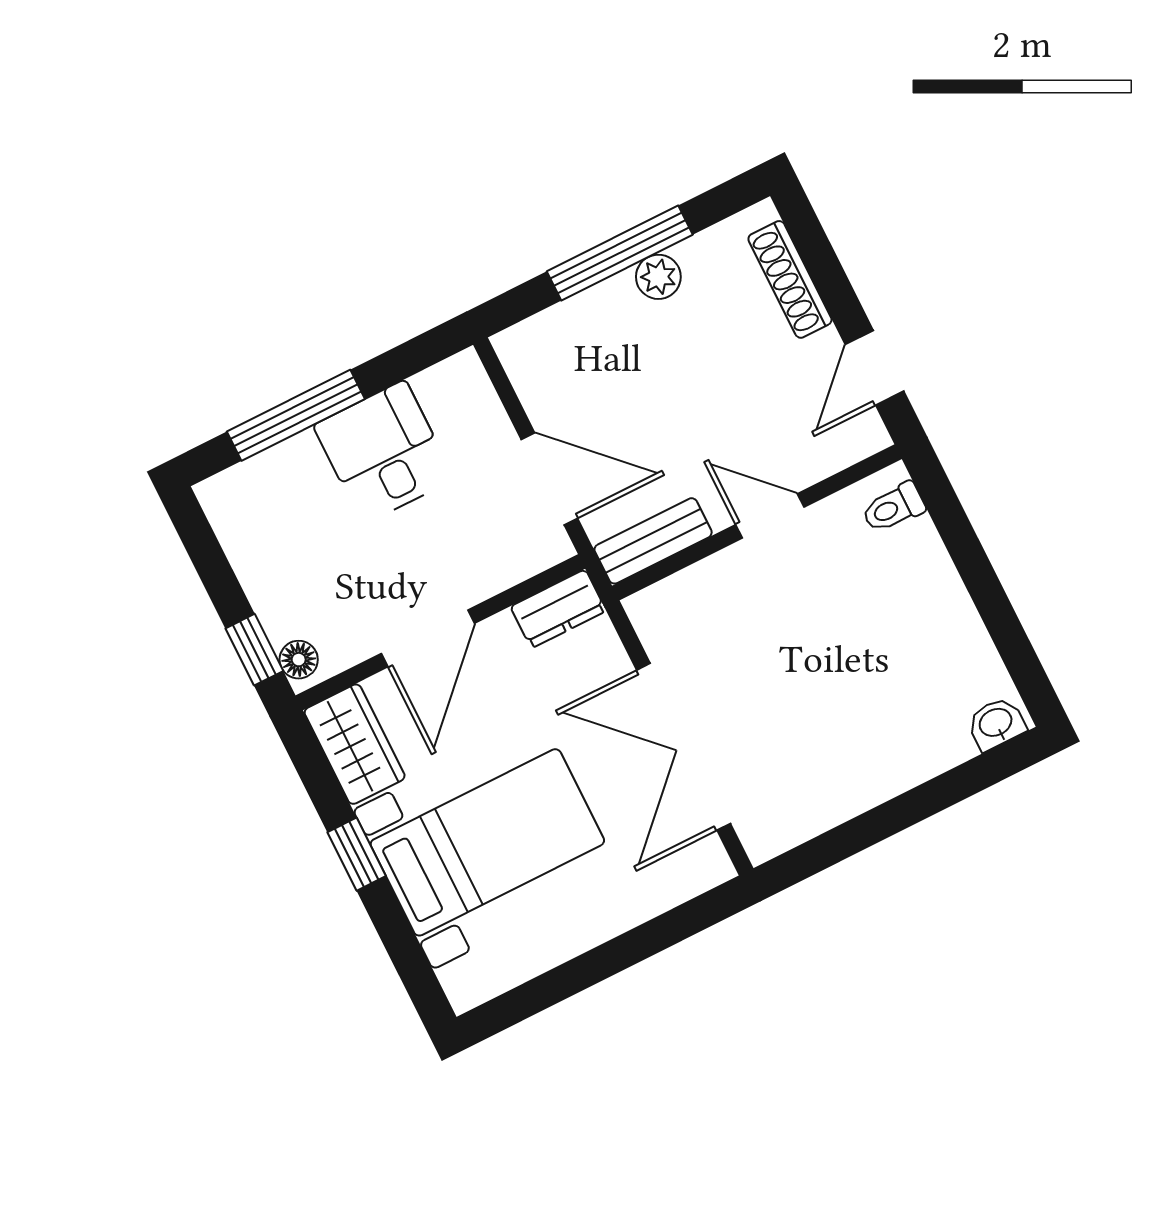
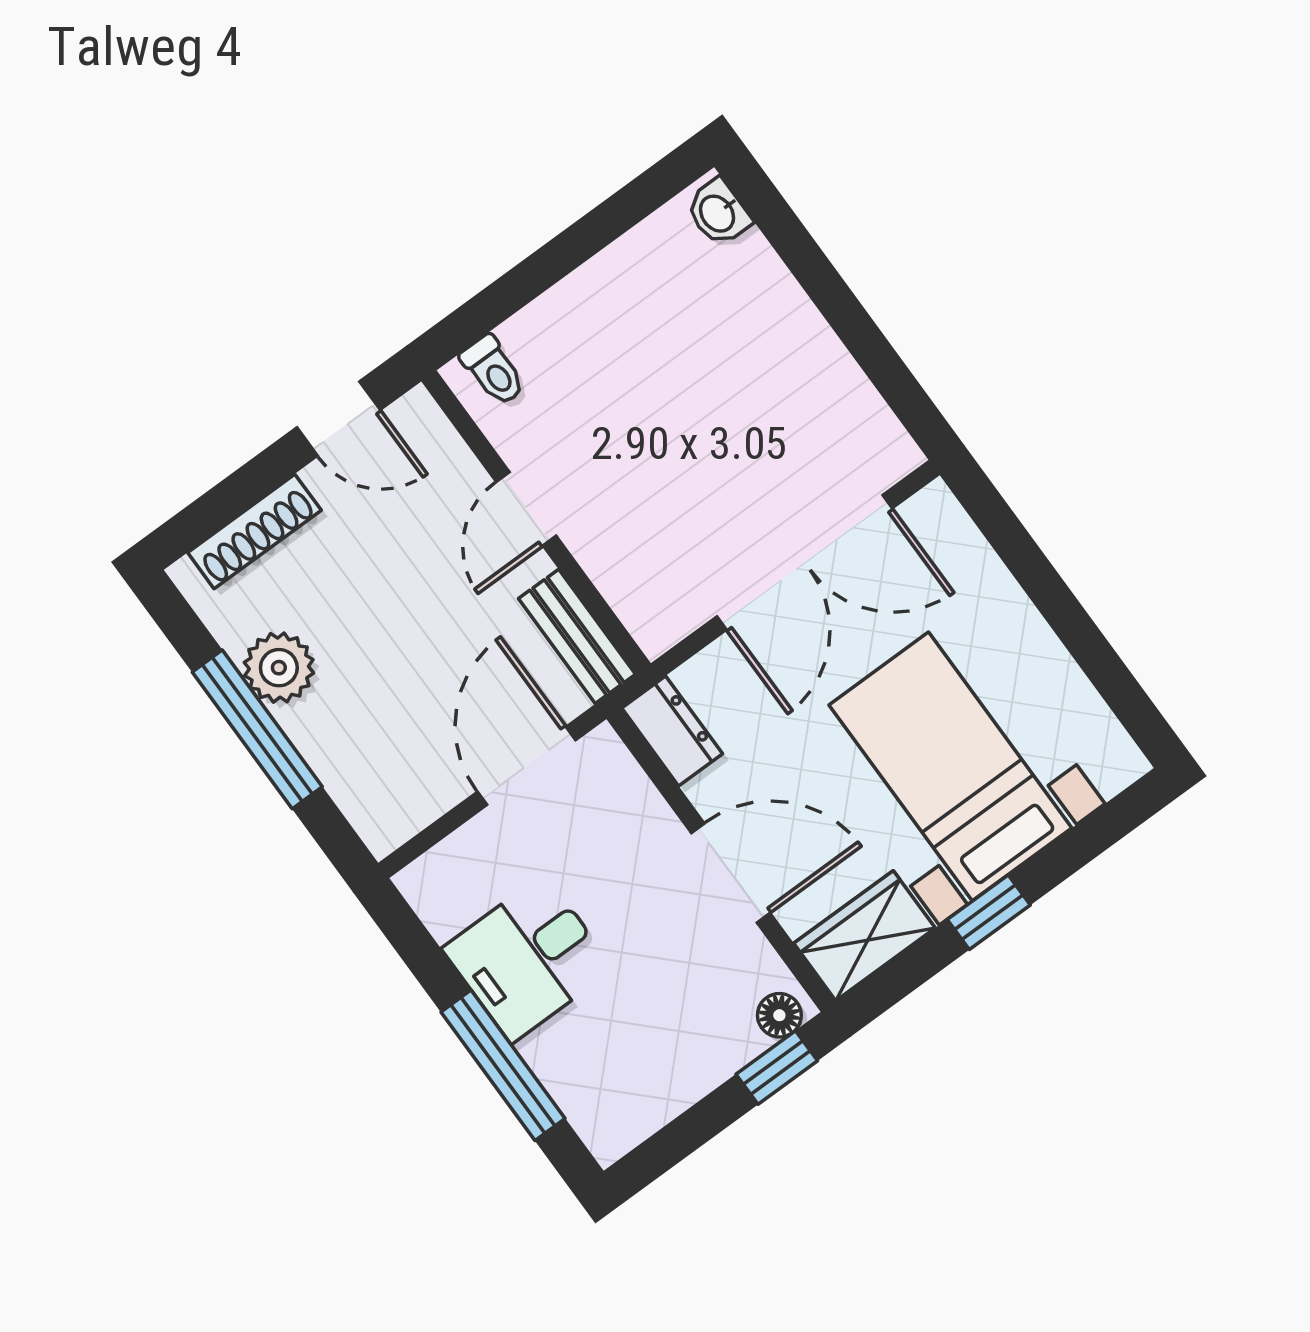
plant: (658, 277) -> (279, 668), width x1.38, depth x1.38

